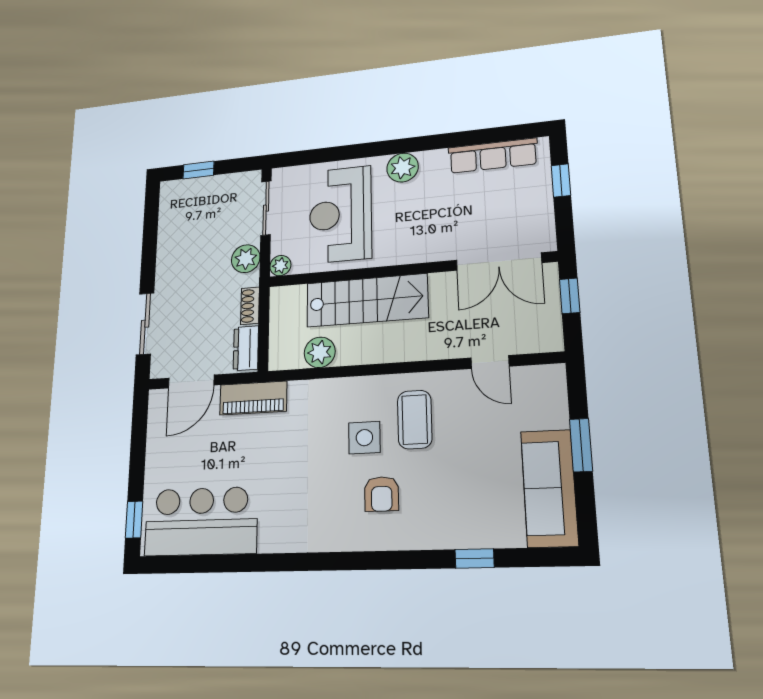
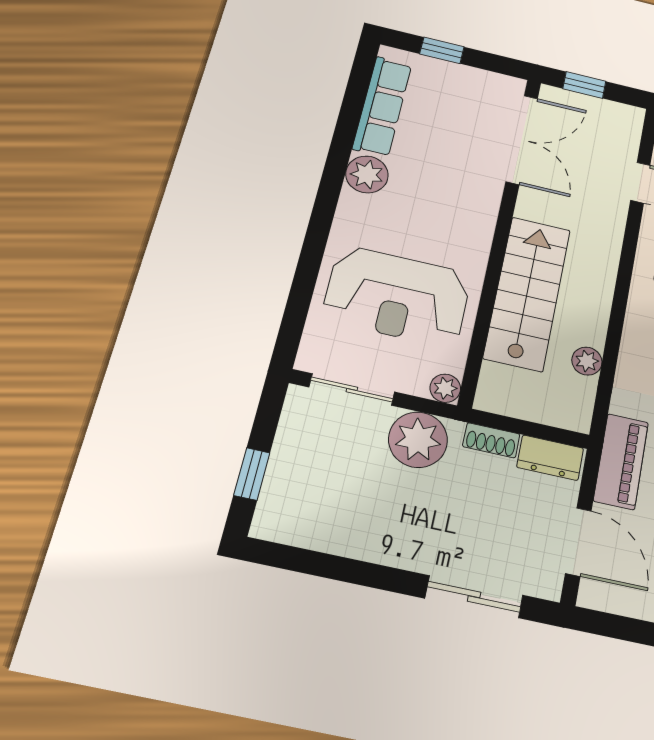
plant: (403, 168) -> (367, 174), moved
plant: (246, 259) -> (418, 440), width x1.36, depth x1.36
plant: (320, 352) -> (587, 361), width x0.73, depth x0.73

